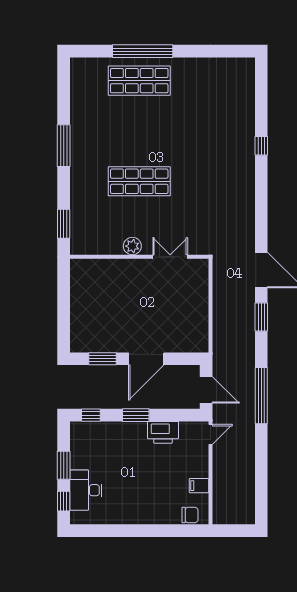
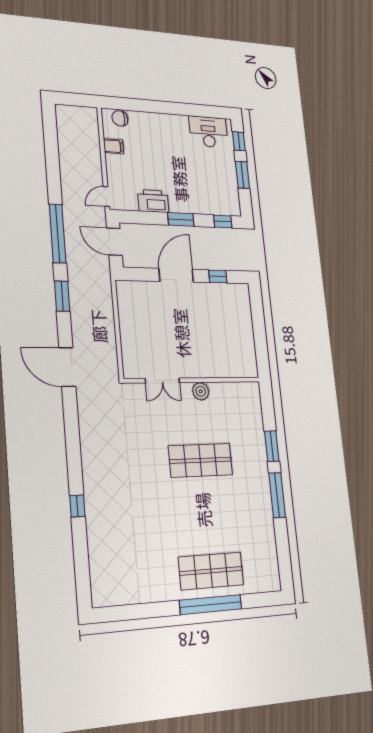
window: (64, 224) -> (272, 446), moved
window: (261, 317) -> (62, 296), moved
window: (102, 359) -> (218, 276), width x0.67
desk: (86, 490) -> (208, 132), moved, turned -90

